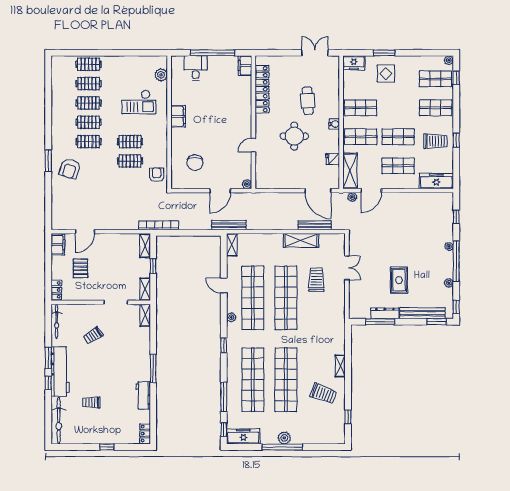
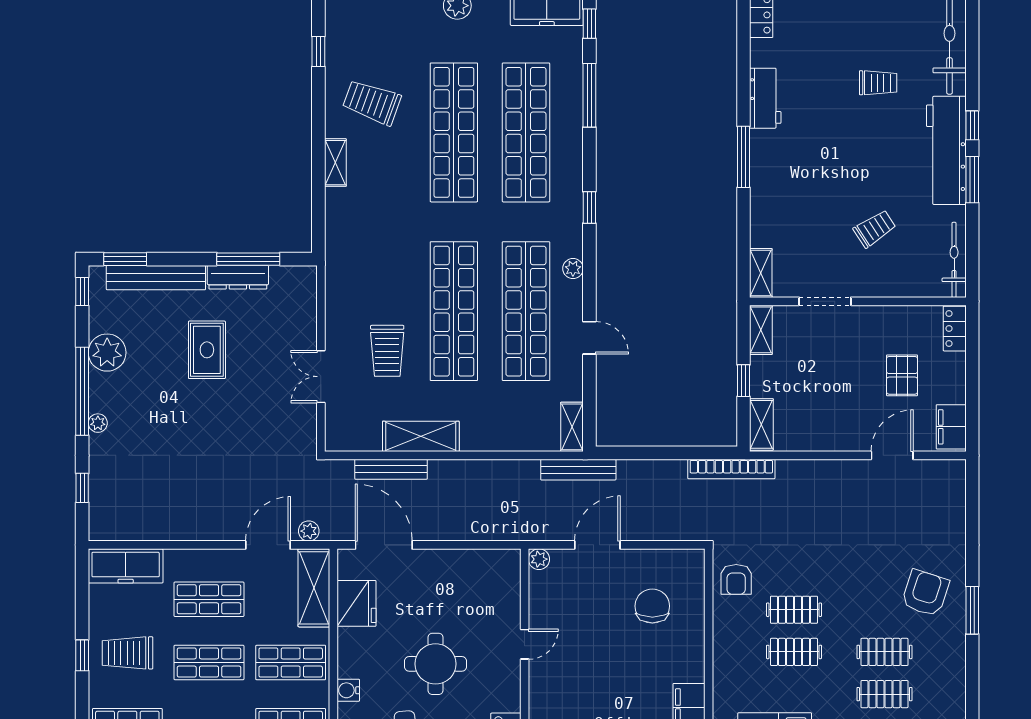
fridge: (333, 159) -> (356, 603), width x1.88, depth x1.34
plant: (449, 283) -> (107, 353), width x1.87, depth x1.87

